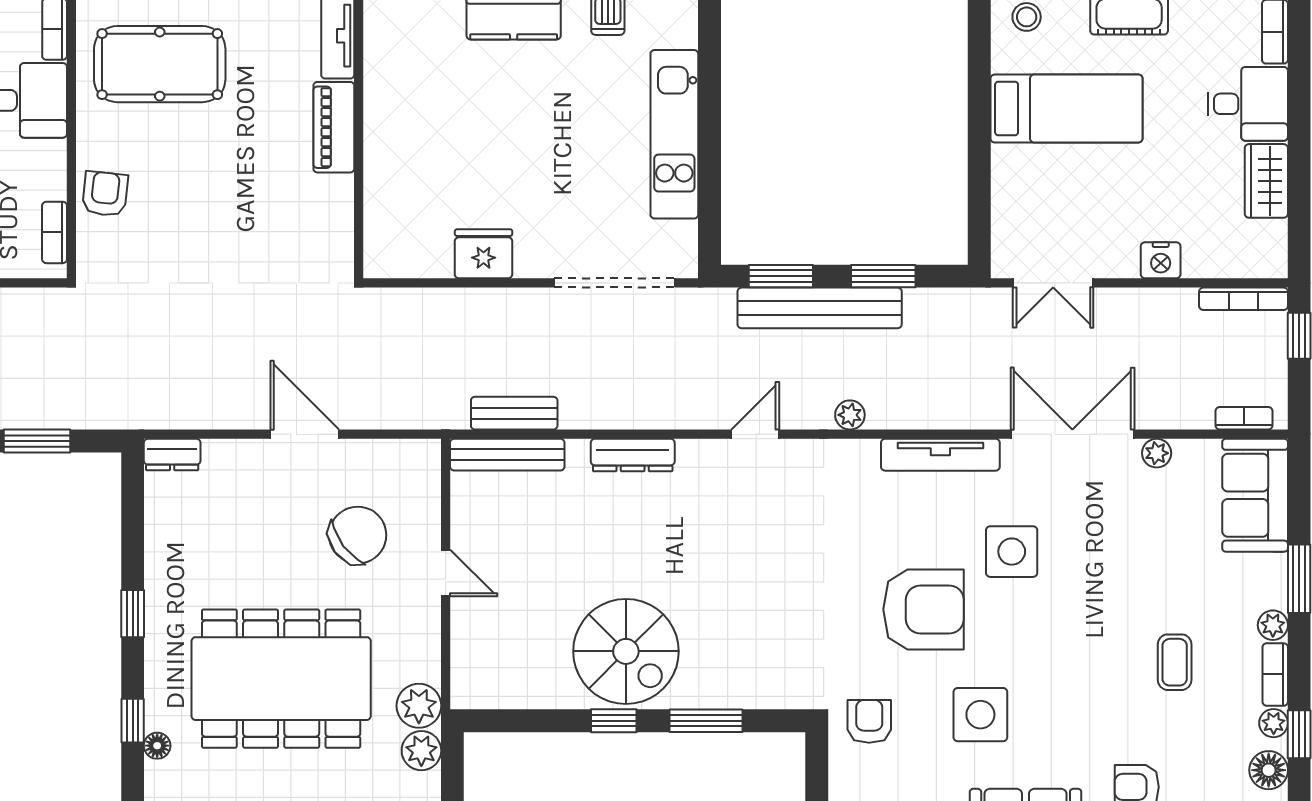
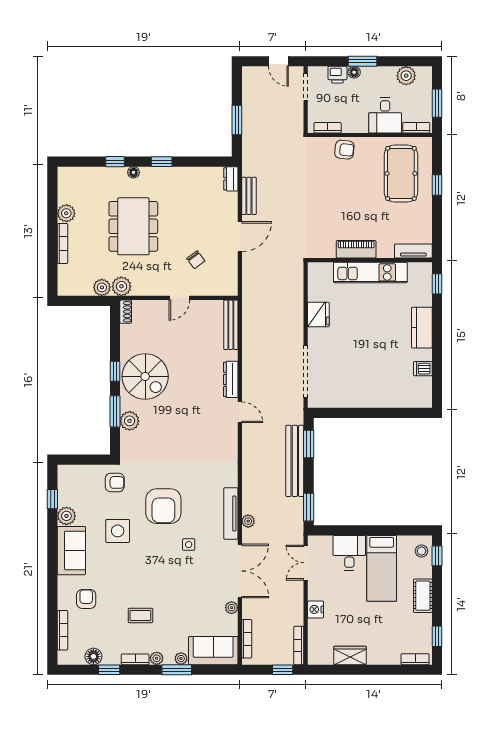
desk: (1248, 104) -> (349, 553), moved, turned 180
piano: (334, 127) -> (356, 249), moved
kitchen unit: (674, 134) -> (370, 272), moved, turned 180
window: (883, 276) -> (309, 507), moved
bench: (514, 413) -> (249, 196), moved
plant: (850, 415) -> (248, 521), moved
bookcase: (1244, 418) -> (247, 639), width x1.56
door: (755, 434) -> (240, 412), moved
chair: (358, 535) -> (196, 260), width x0.54, depth x0.54
side table: (1012, 552) -> (189, 545), width x0.54, depth x0.54
spiral stairs: (626, 651) -> (145, 377), turned -90
dining table: (281, 679) -> (133, 226), width x0.73, depth x0.80
plant: (728, 687) -> (130, 421), added
shoe rack: (477, 696) -> (126, 312), added
plant: (1274, 723) -> (181, 659), moved
floor lamp: (157, 746) -> (134, 172), moved

